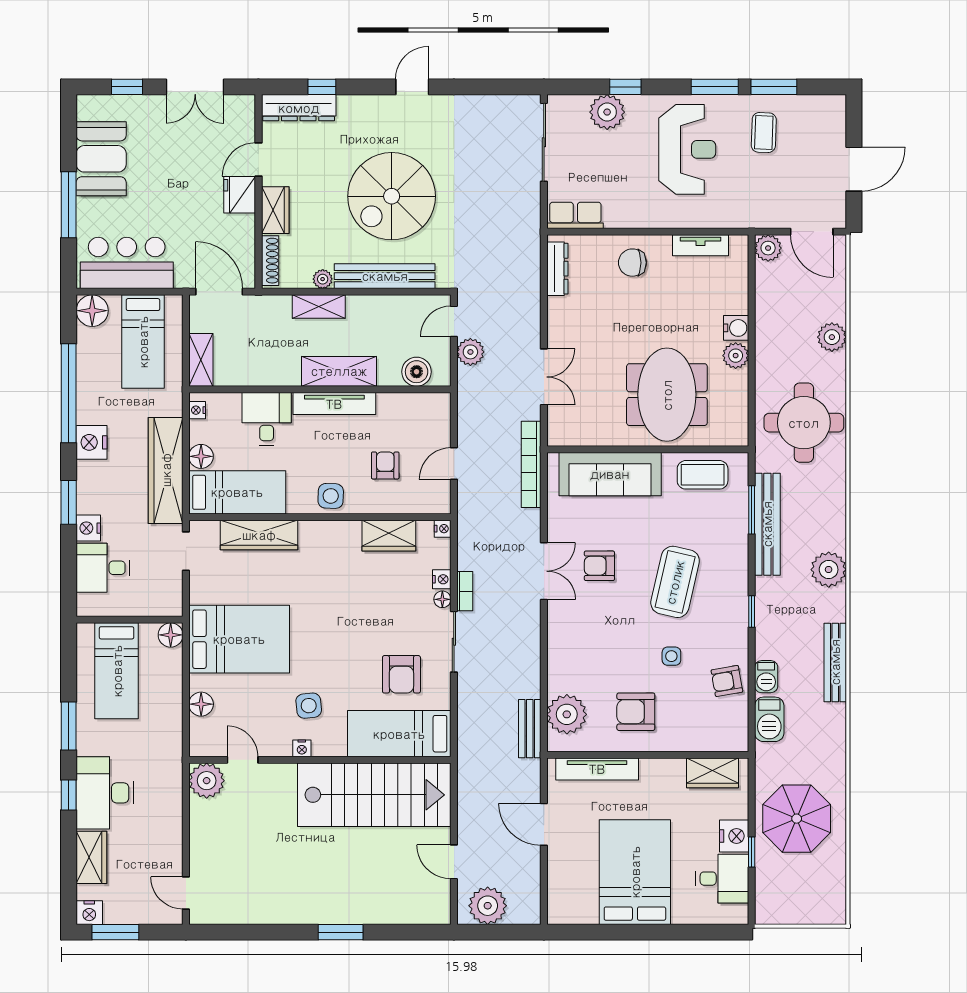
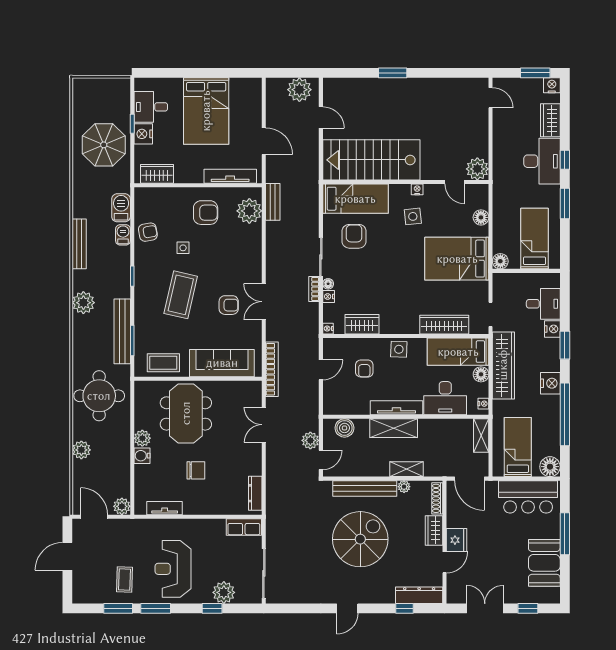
chair: (632, 263) -> (196, 470), moved
desk: (267, 419) -> (445, 398), width x1.37

